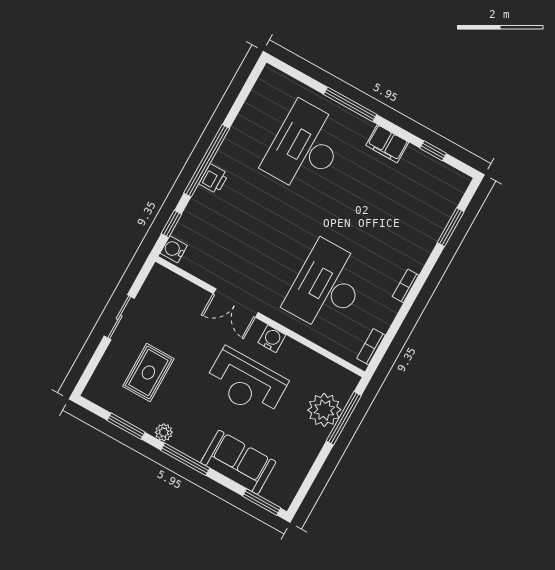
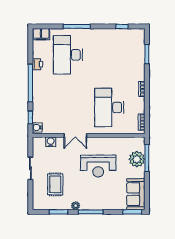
filing cabinet: (387, 144) -> (41, 34), moved
printer: (214, 179) -> (38, 64), moved
water cooler: (272, 339) -> (51, 142), moved
sofa: (238, 462) -> (136, 194), moved, turned -90

